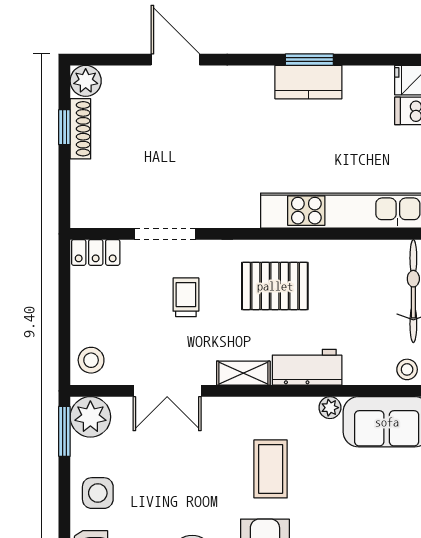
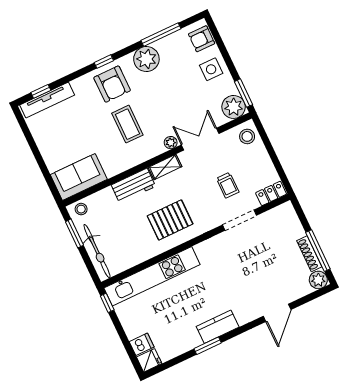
door: (175, 60) -> (277, 313), hinge flipped
kitchen counter: (308, 82) -> (218, 327), moved
window: (64, 127) -> (318, 251), width x2.17
trolley: (186, 297) -> (228, 185), moved
plant: (330, 408) -> (171, 143), moved

